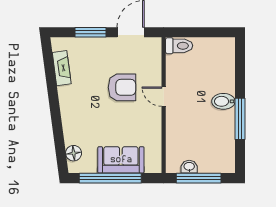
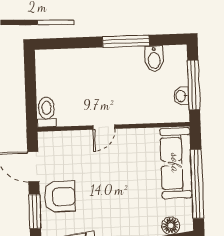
armchair: (122, 87) -> (59, 197), moved, turned 90
bidet: (223, 101) -> (154, 59), moved
sofa: (121, 160) -> (176, 163), width x1.36

